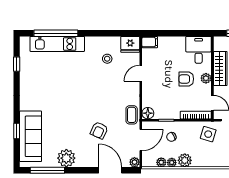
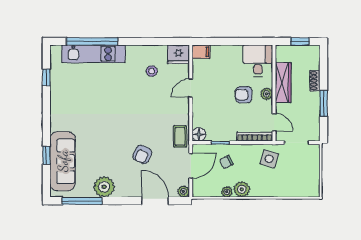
plant: (161, 162) -> (215, 192), removed

